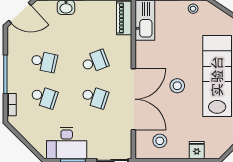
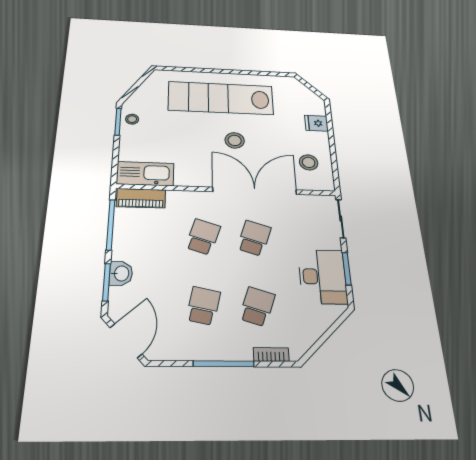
school desk: (95, 62) -> (203, 237), turned 39

